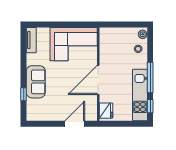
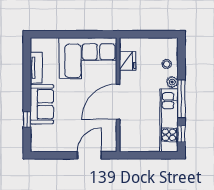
plant: (143, 34) -> (172, 82), moved
tv unit: (31, 40) -> (36, 68), moved
fridge: (106, 111) -> (127, 61), moved

